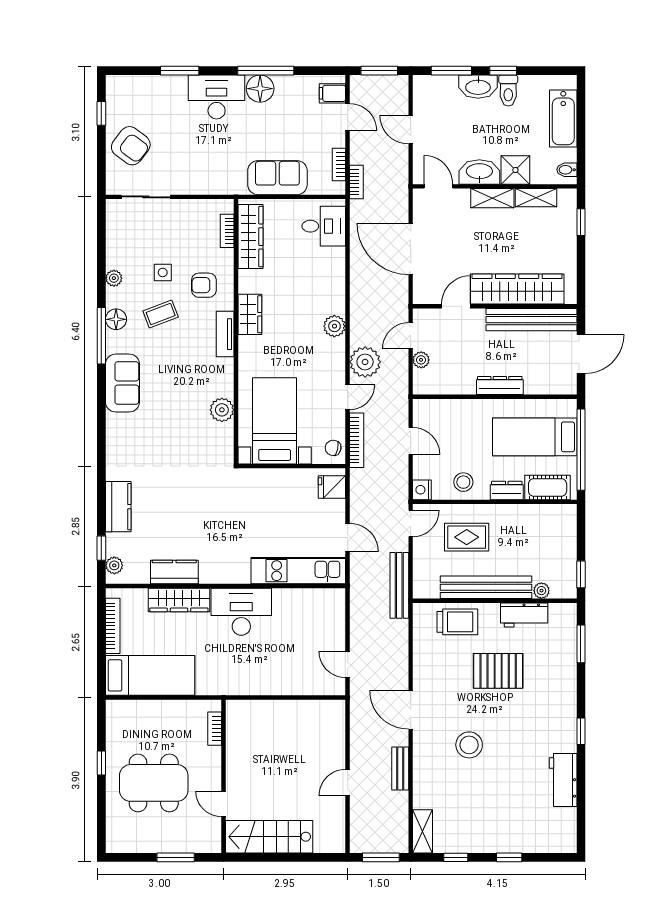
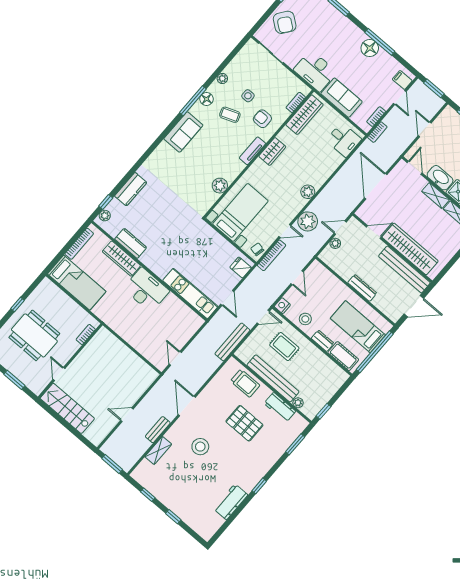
desk: (217, 97) -> (315, 71), moved, turned 180
shelving: (423, 831) -> (158, 450), moved

